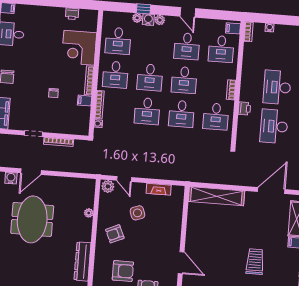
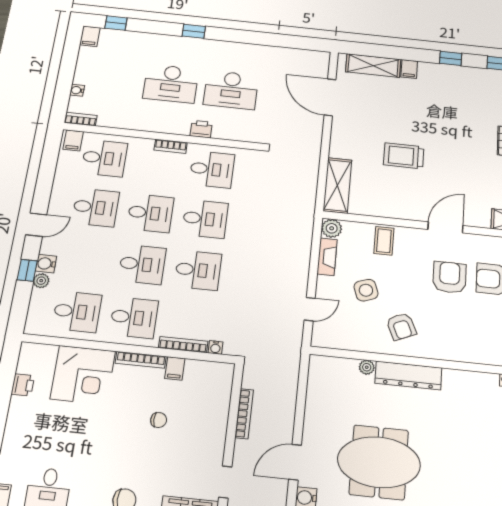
door: (188, 12) -> (36, 225), moved
plant: (160, 20) -> (48, 246), removed
doorway: (34, 134) -> (225, 482), moved
door: (31, 172) -> (295, 462), swing flipped
plant: (108, 186) -> (332, 228), moved
shelving: (216, 196) -> (337, 185), width x0.68
coffee table: (171, 224) -> (384, 241), added
dresser: (82, 261) -> (408, 375), moved
trolley: (255, 261) -> (404, 156), moved
armchair: (123, 271) -> (450, 277), moved

